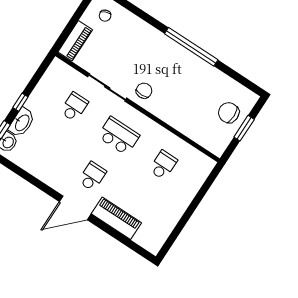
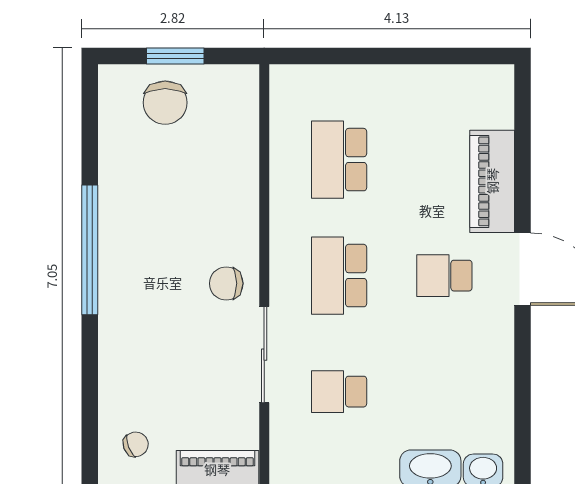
school desk: (163, 165) -> (339, 160), width x1.85

